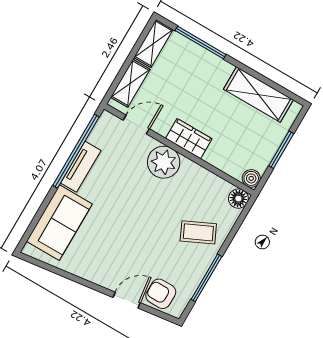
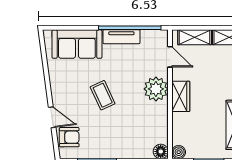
coffee table: (198, 232) -> (103, 95), moved
armchair: (161, 294) -> (69, 137), turned 90

